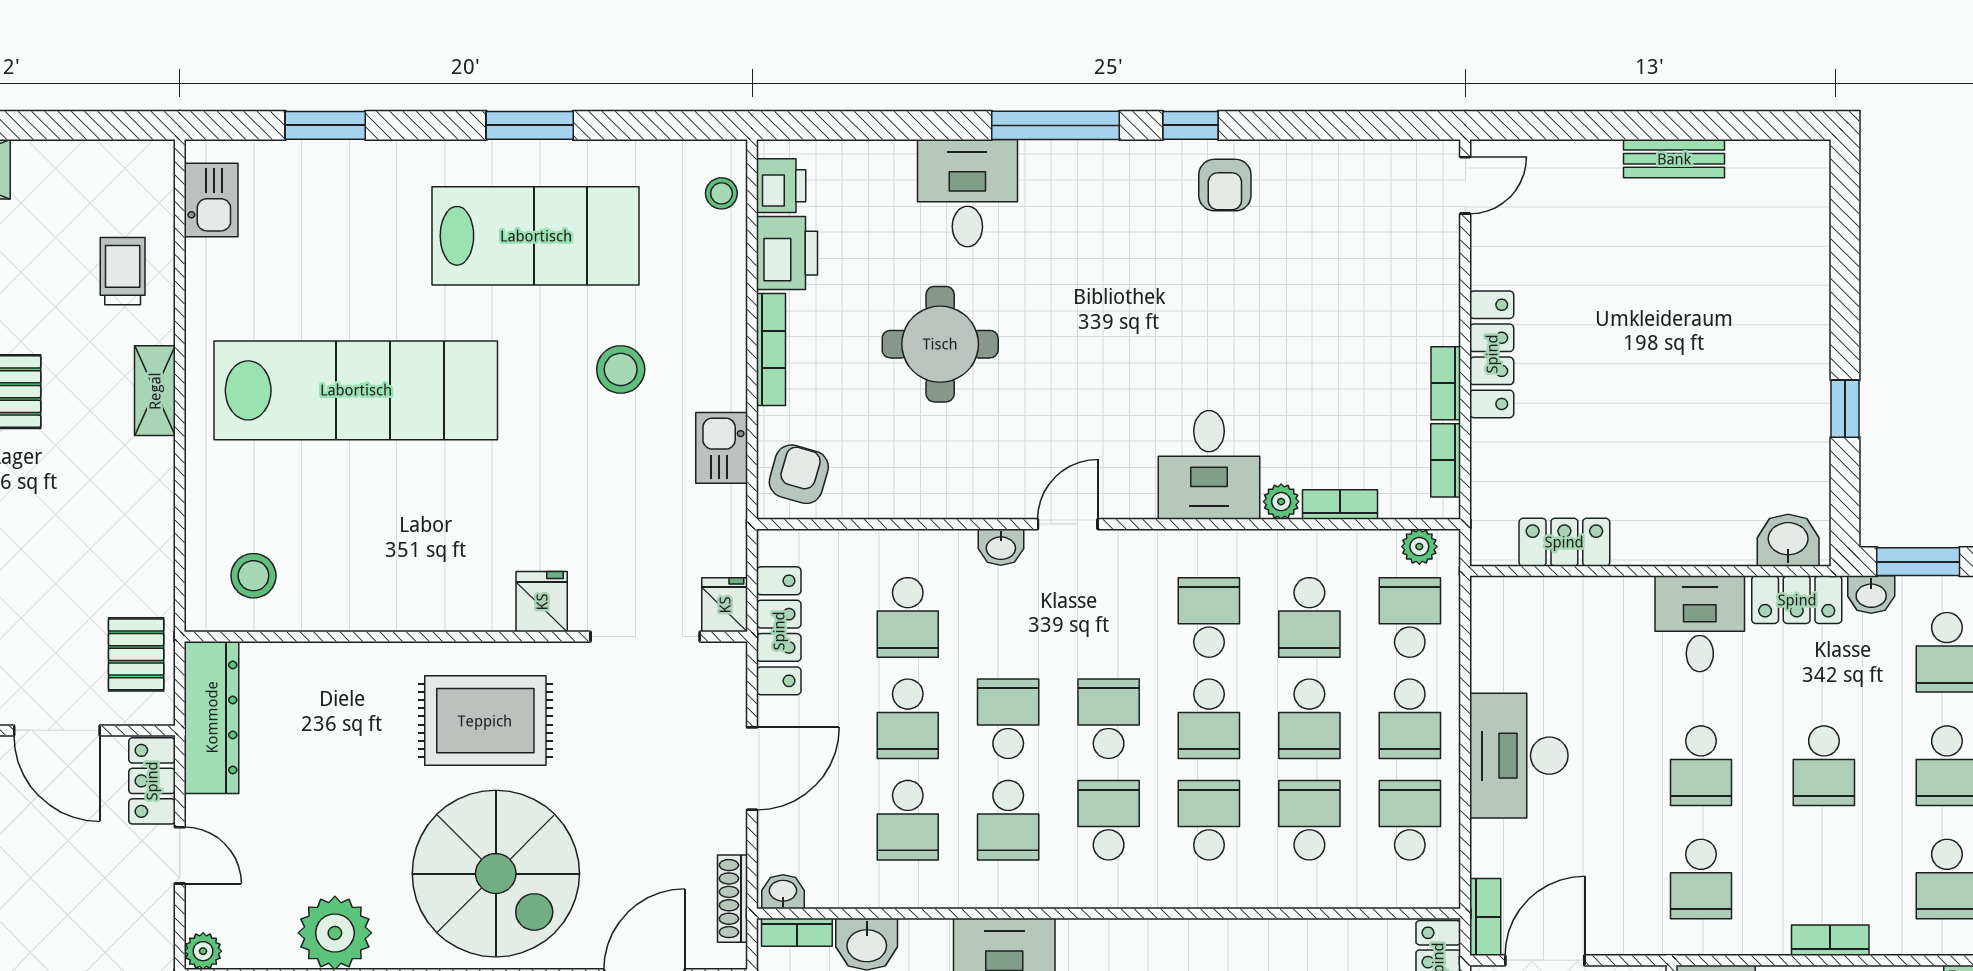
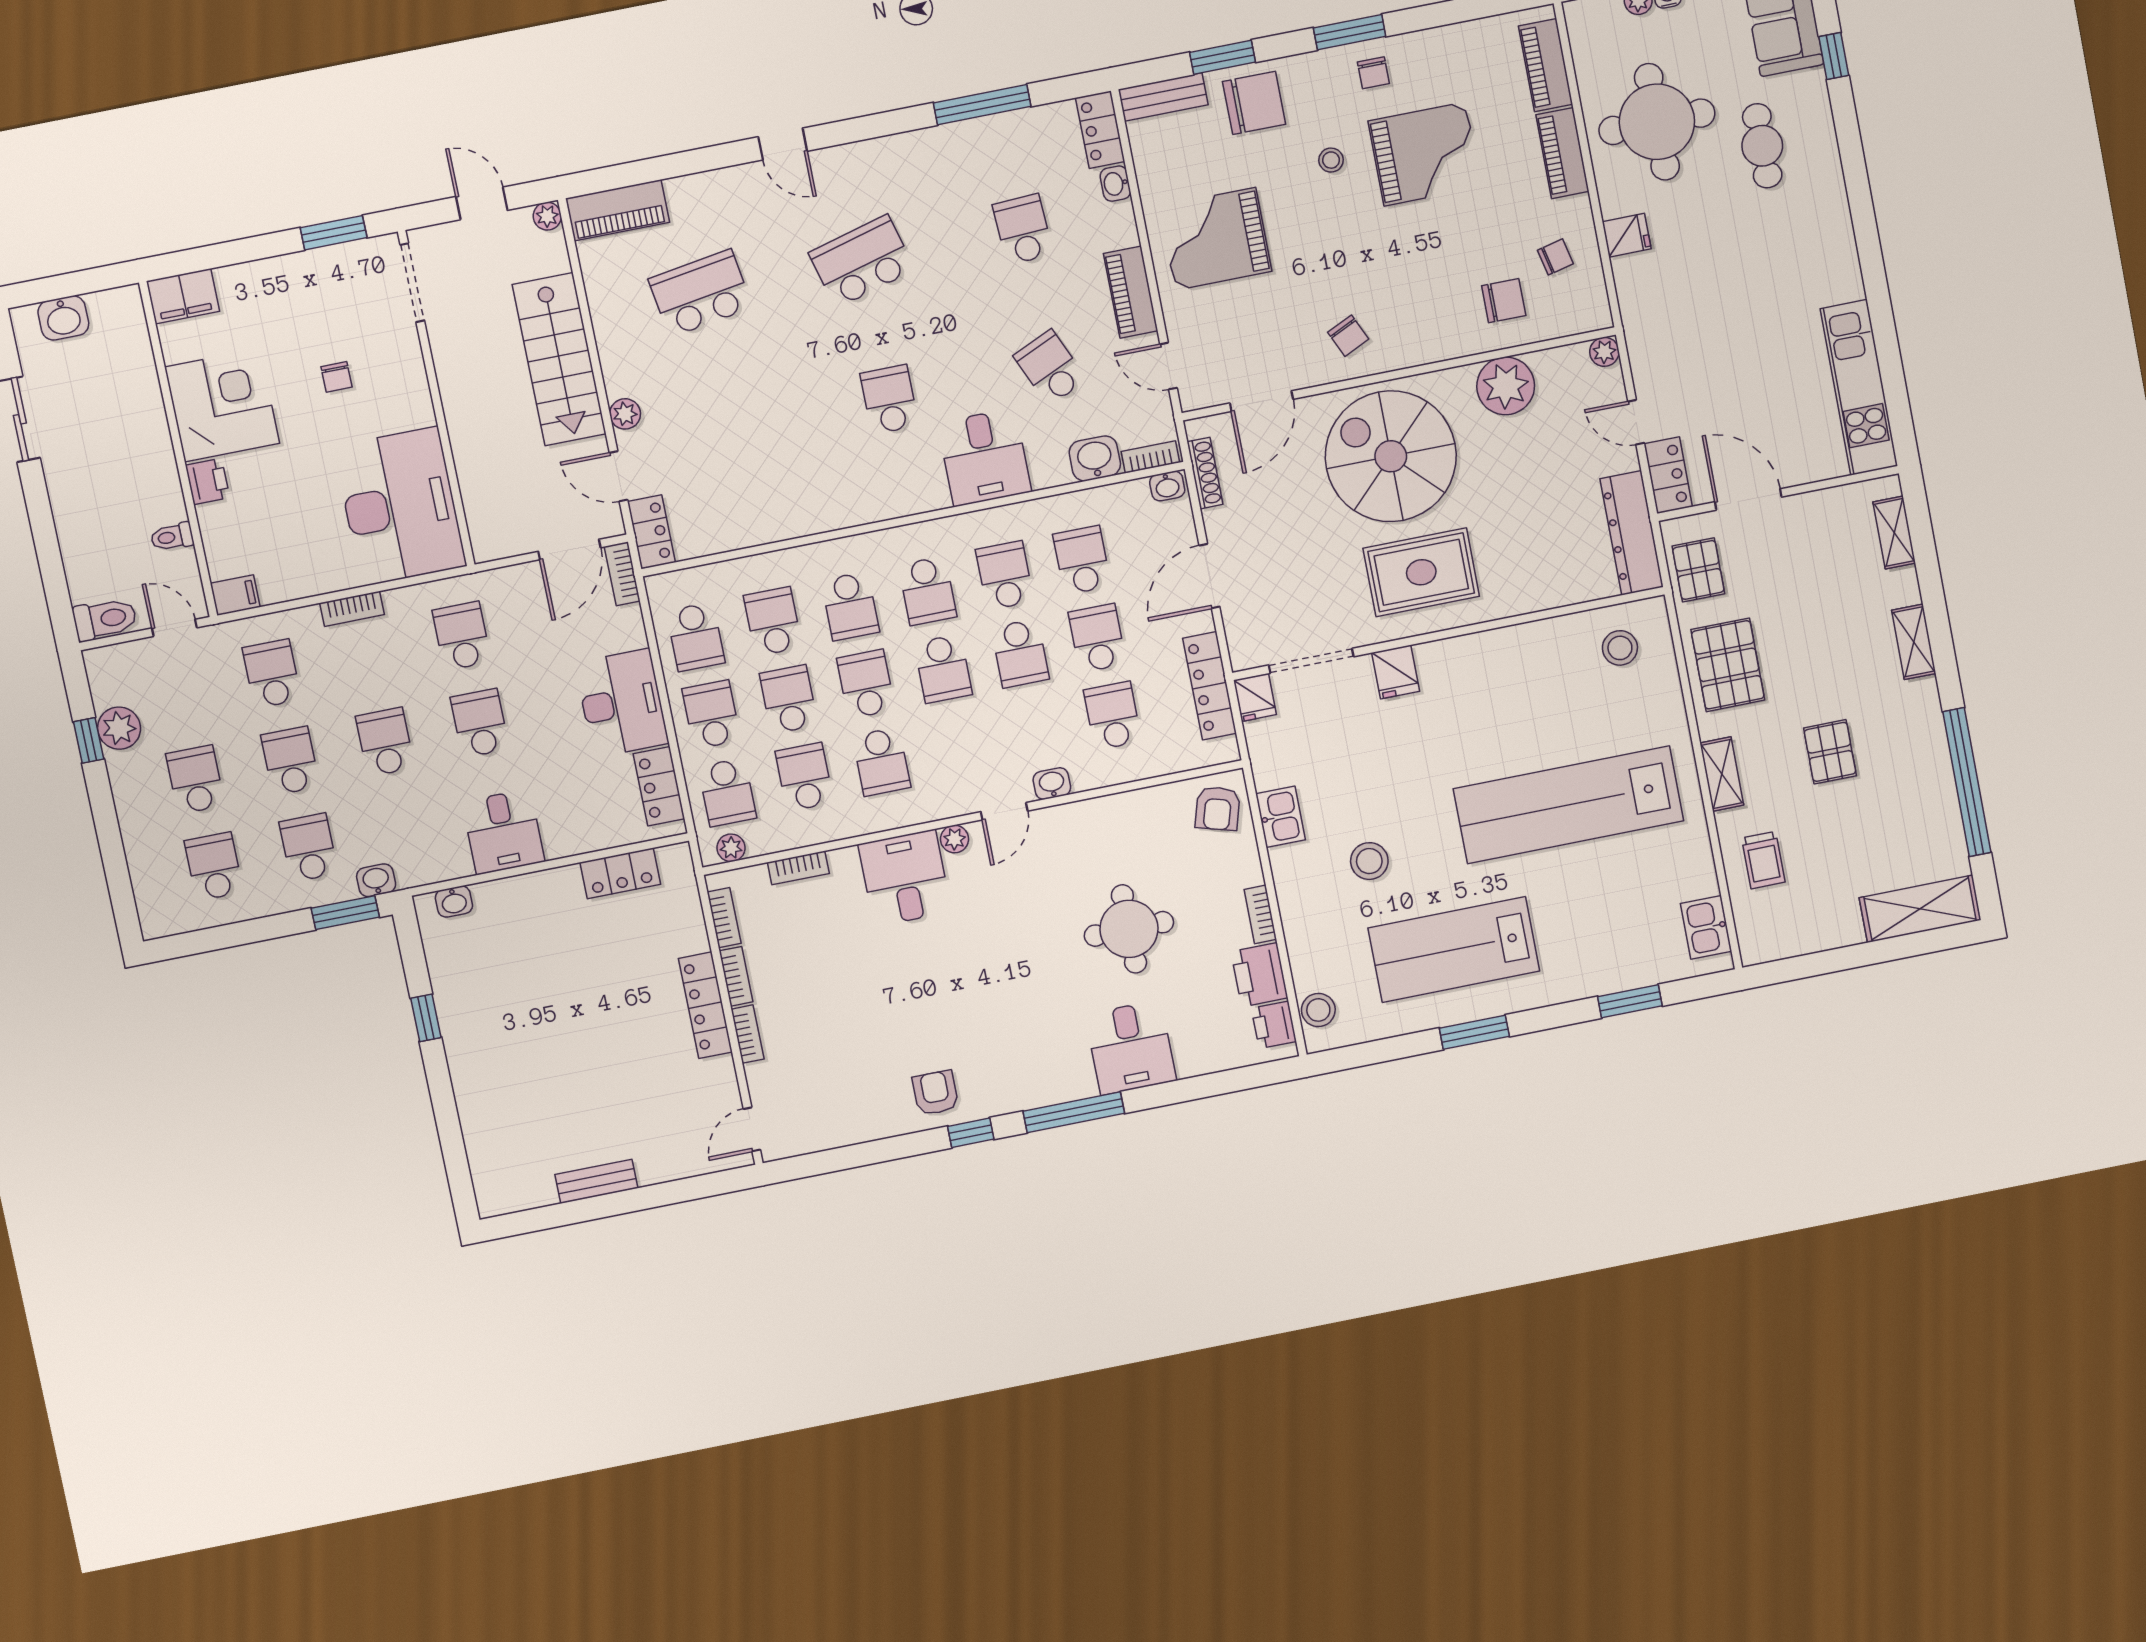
stool: (721, 193) -> (1318, 1010), width x1.37, depth x1.37
bookcase: (1446, 307) -> (748, 1034), added
bookcase: (771, 350) -> (1260, 914), width x0.64
plant: (1281, 502) -> (955, 839), moved
pallet: (121, 527) -> (1728, 665), added
washbasin: (1788, 540) -> (454, 902), width x0.72, depth x0.69
locker: (1797, 600) -> (659, 786), moved, turned -90
school desk: (1309, 820) -> (773, 621), turned 180

